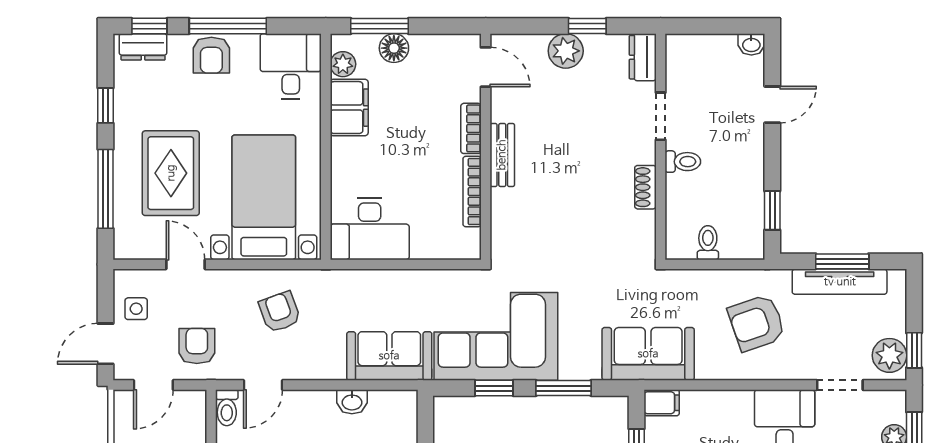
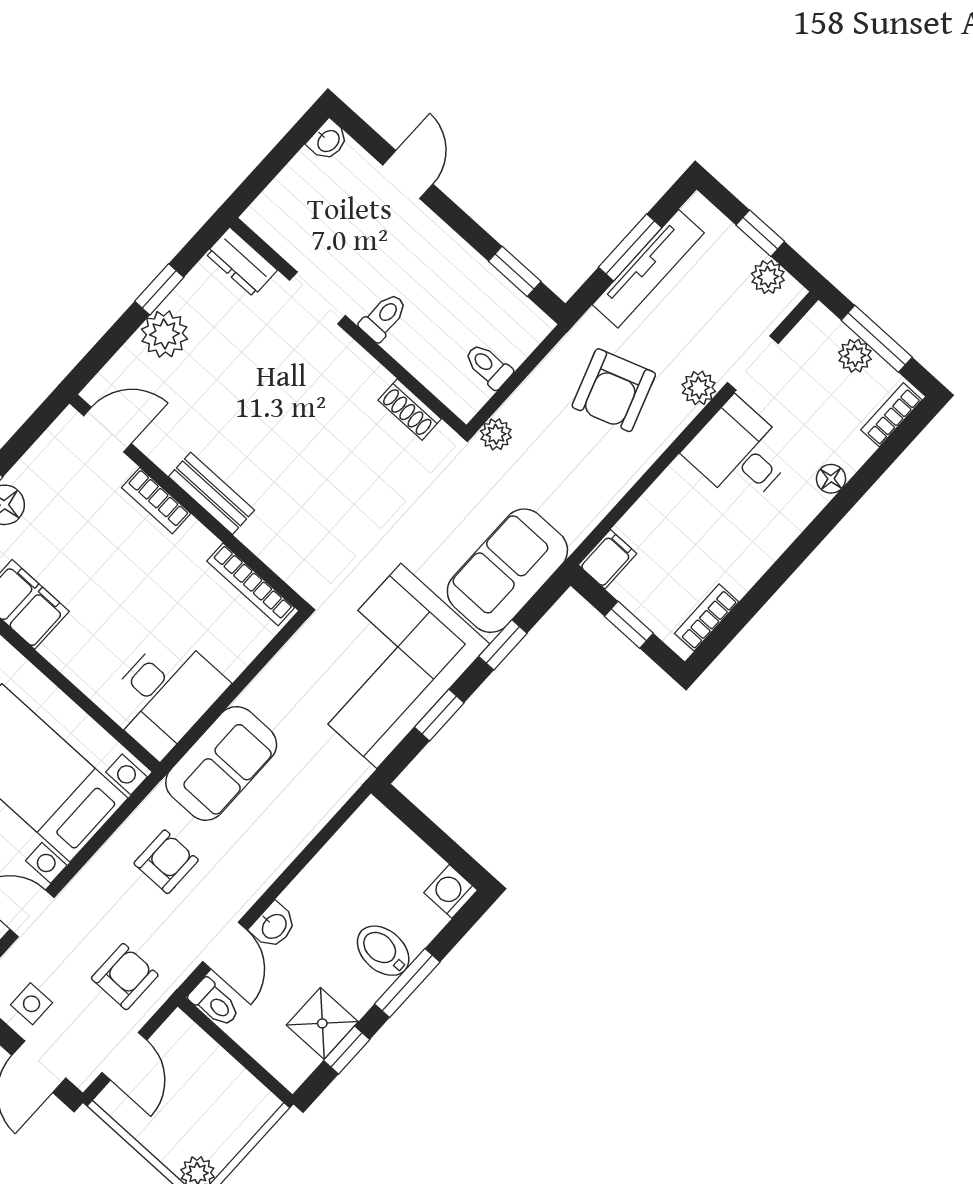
shoe rack: (645, 187) -> (410, 409), moved
bookcase: (472, 191) -> (251, 584), moved
plant: (675, 280) -> (496, 434), added
armchair: (280, 312) -> (166, 862), turned 110
armchair: (197, 346) -> (125, 977), turned 90
window: (914, 350) -> (760, 233), moved
sofa: (648, 354) -> (507, 571), moved
plant: (889, 355) -> (768, 277), width x0.73, depth x0.73
sofa: (389, 356) -> (221, 763), moved, turned 180
plant: (800, 368) -> (699, 388), added
window: (564, 388) -> (503, 645), width x0.67
washbasin: (352, 402) -> (273, 926), moved

